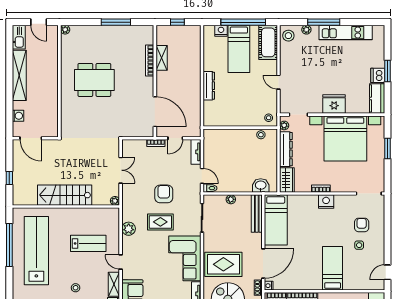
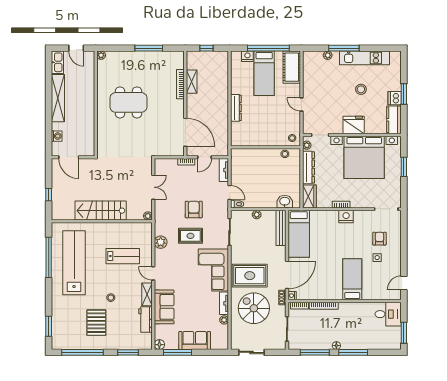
stool: (288, 36) -> (361, 89), moved

